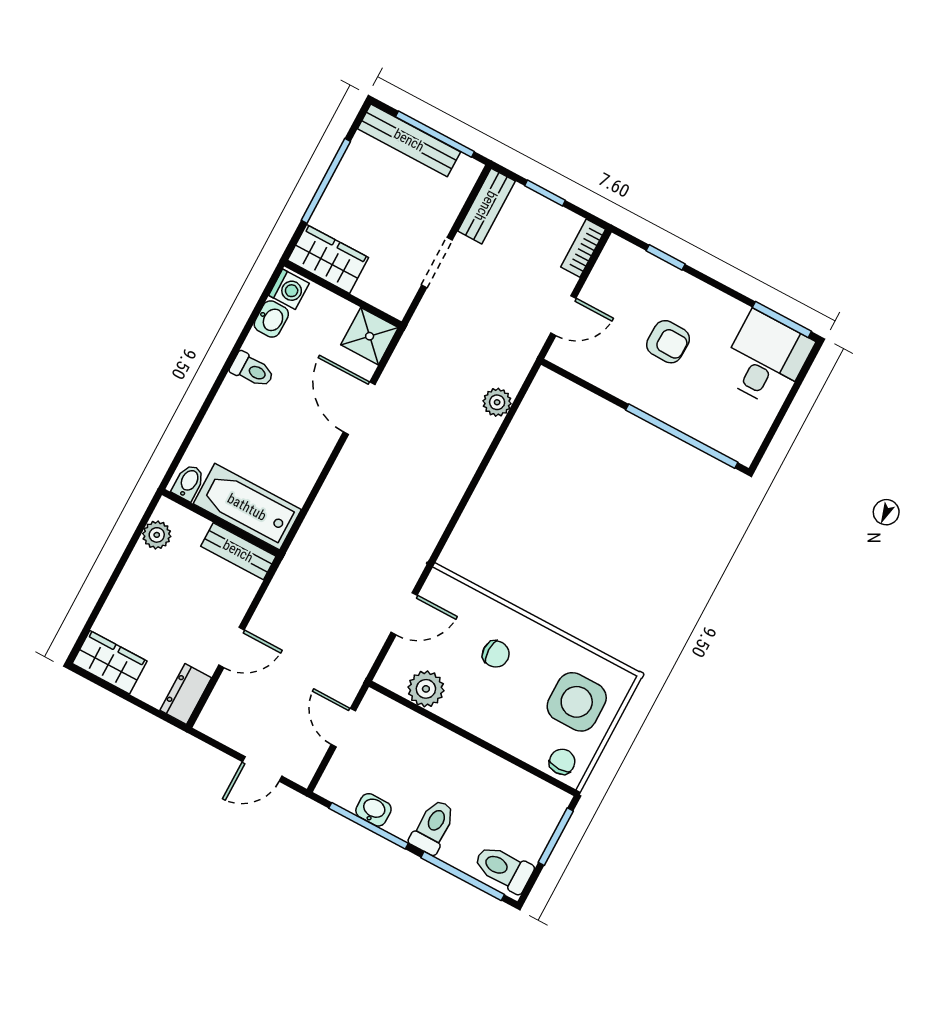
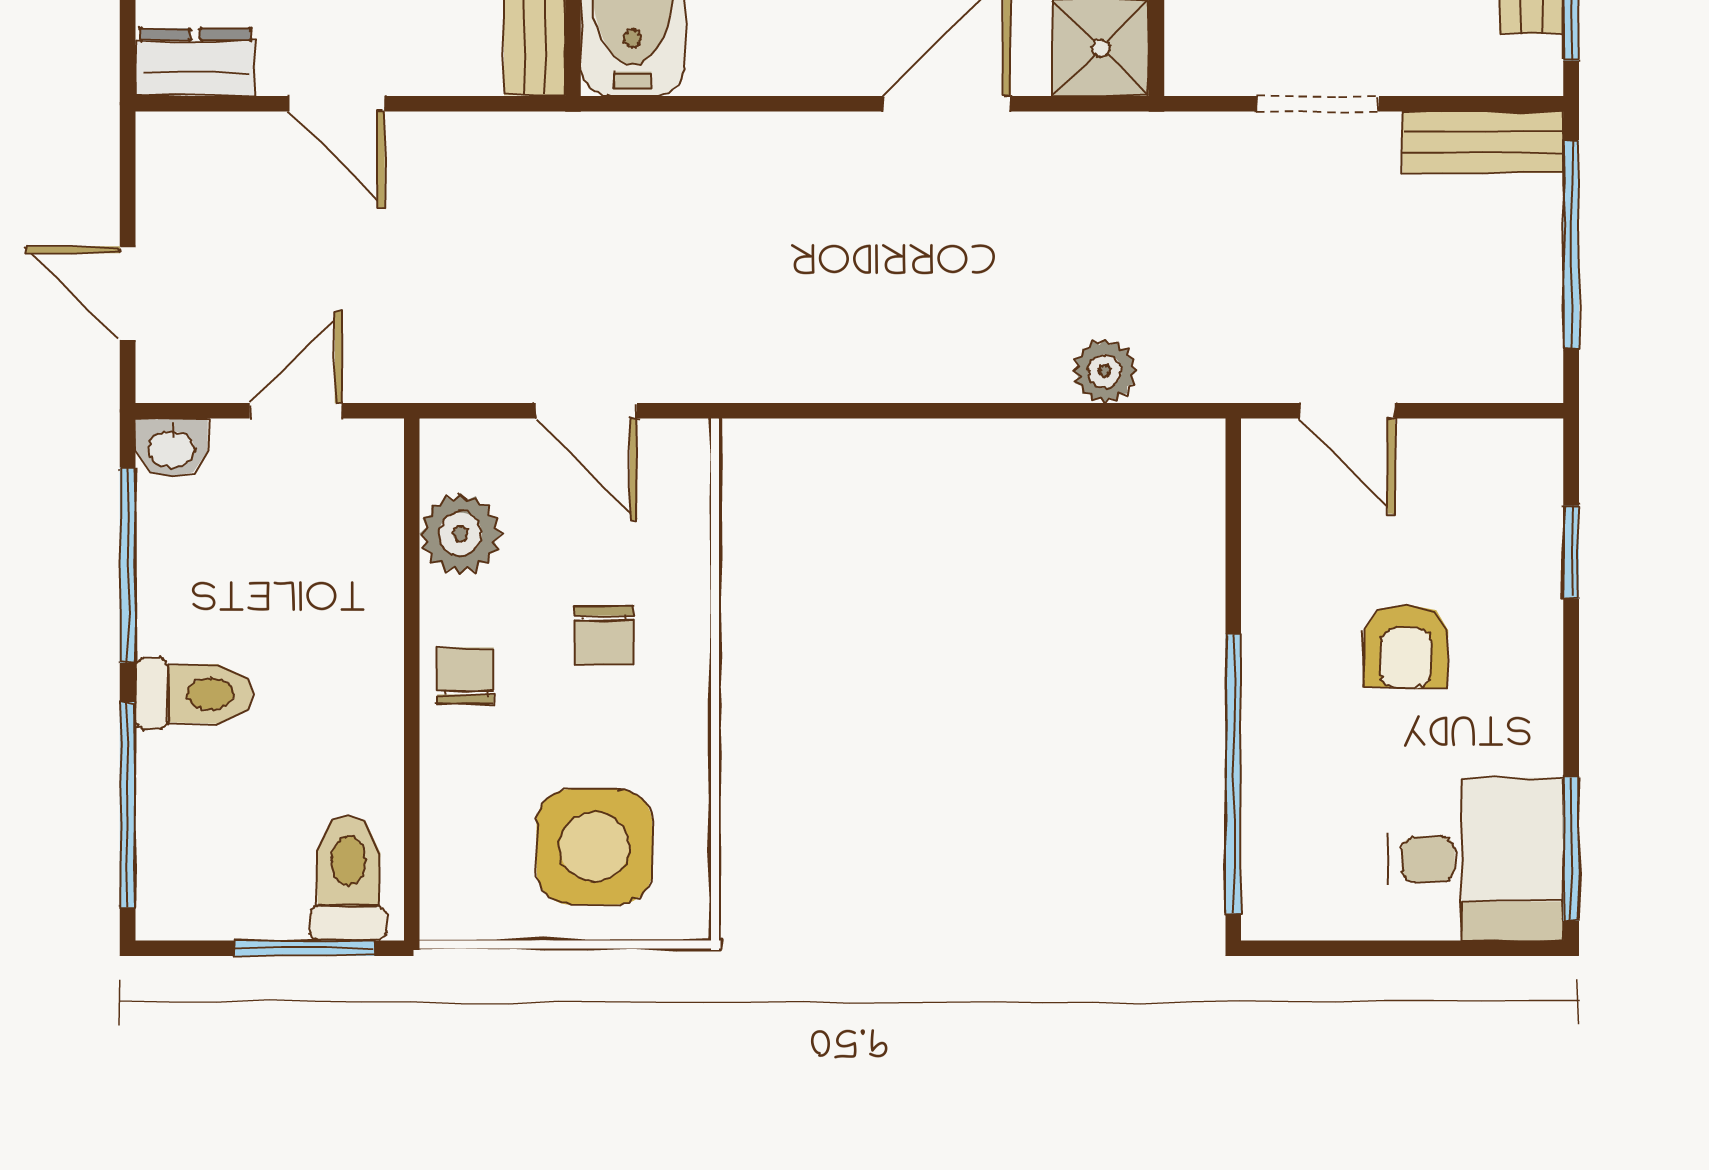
window: (545, 193) -> (1571, 244), width x2.17
bookcase: (583, 248) -> (1502, 379), removed
chair: (562, 762) -> (465, 676), moved, turned -90
washbasin: (373, 810) -> (171, 448), moved, turned 90
toilet: (503, 868) -> (348, 878), moved

